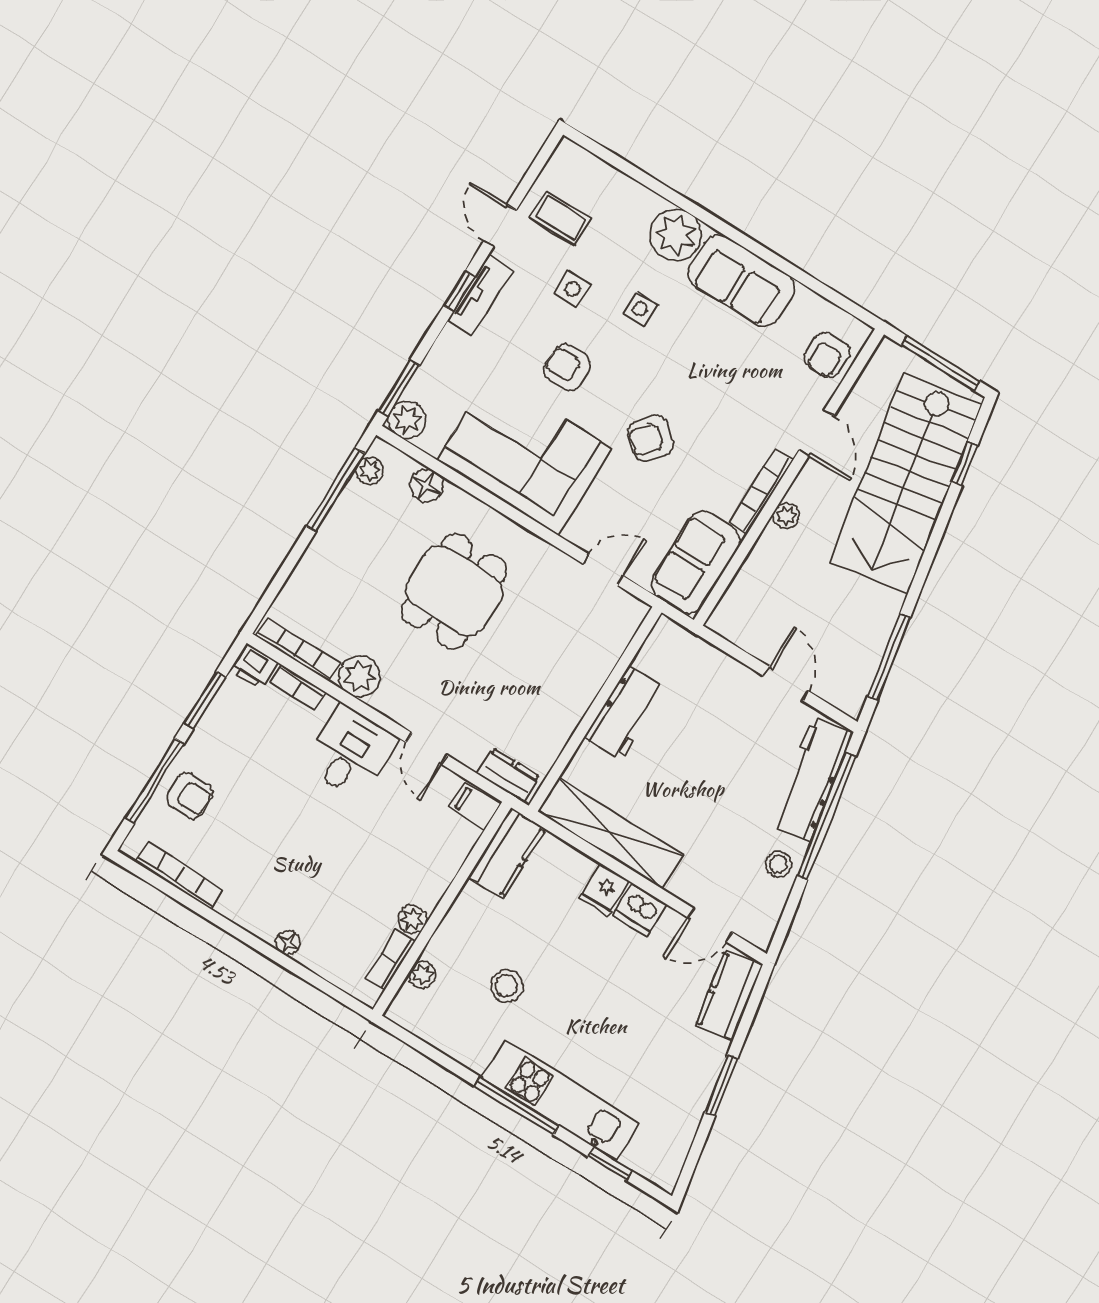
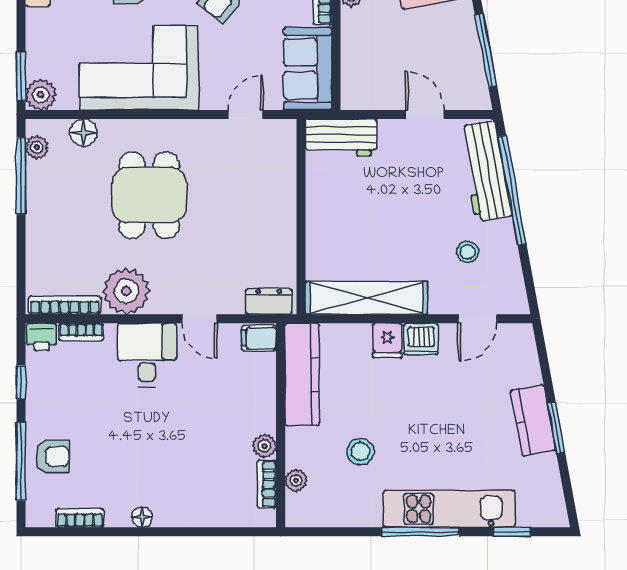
plant: (359, 676) -> (126, 291), width x1.36, depth x1.36
window: (205, 700) -> (21, 382), width x0.67
workbench: (625, 713) -> (341, 137), moved, turned 90
kitchen counter: (507, 853) -> (302, 374), width x1.50
stool: (778, 864) -> (467, 252), moved
bookcase: (179, 876) -> (80, 518), width x0.64
floor lamp: (288, 943) -> (142, 517), moved
kitchen counter: (729, 995) -> (533, 420), moved

